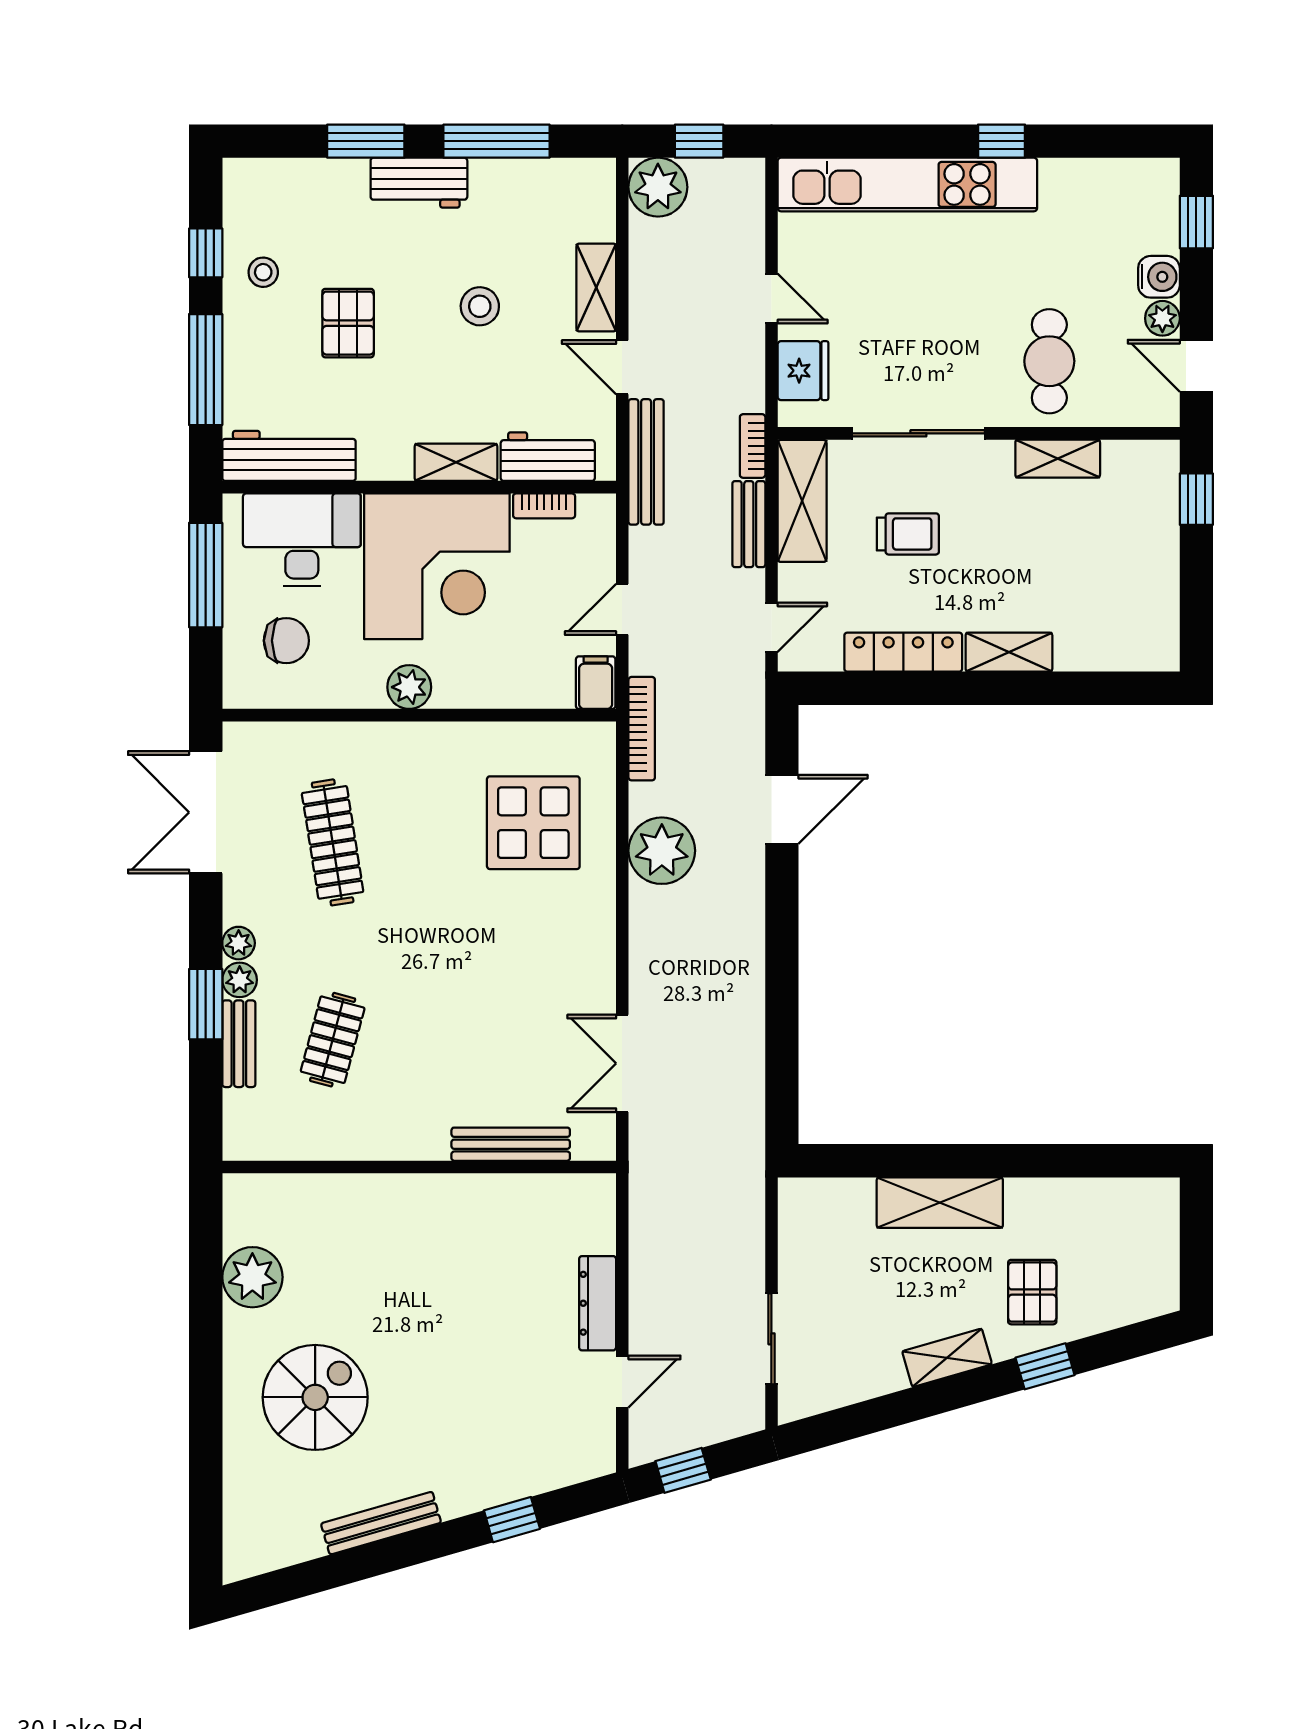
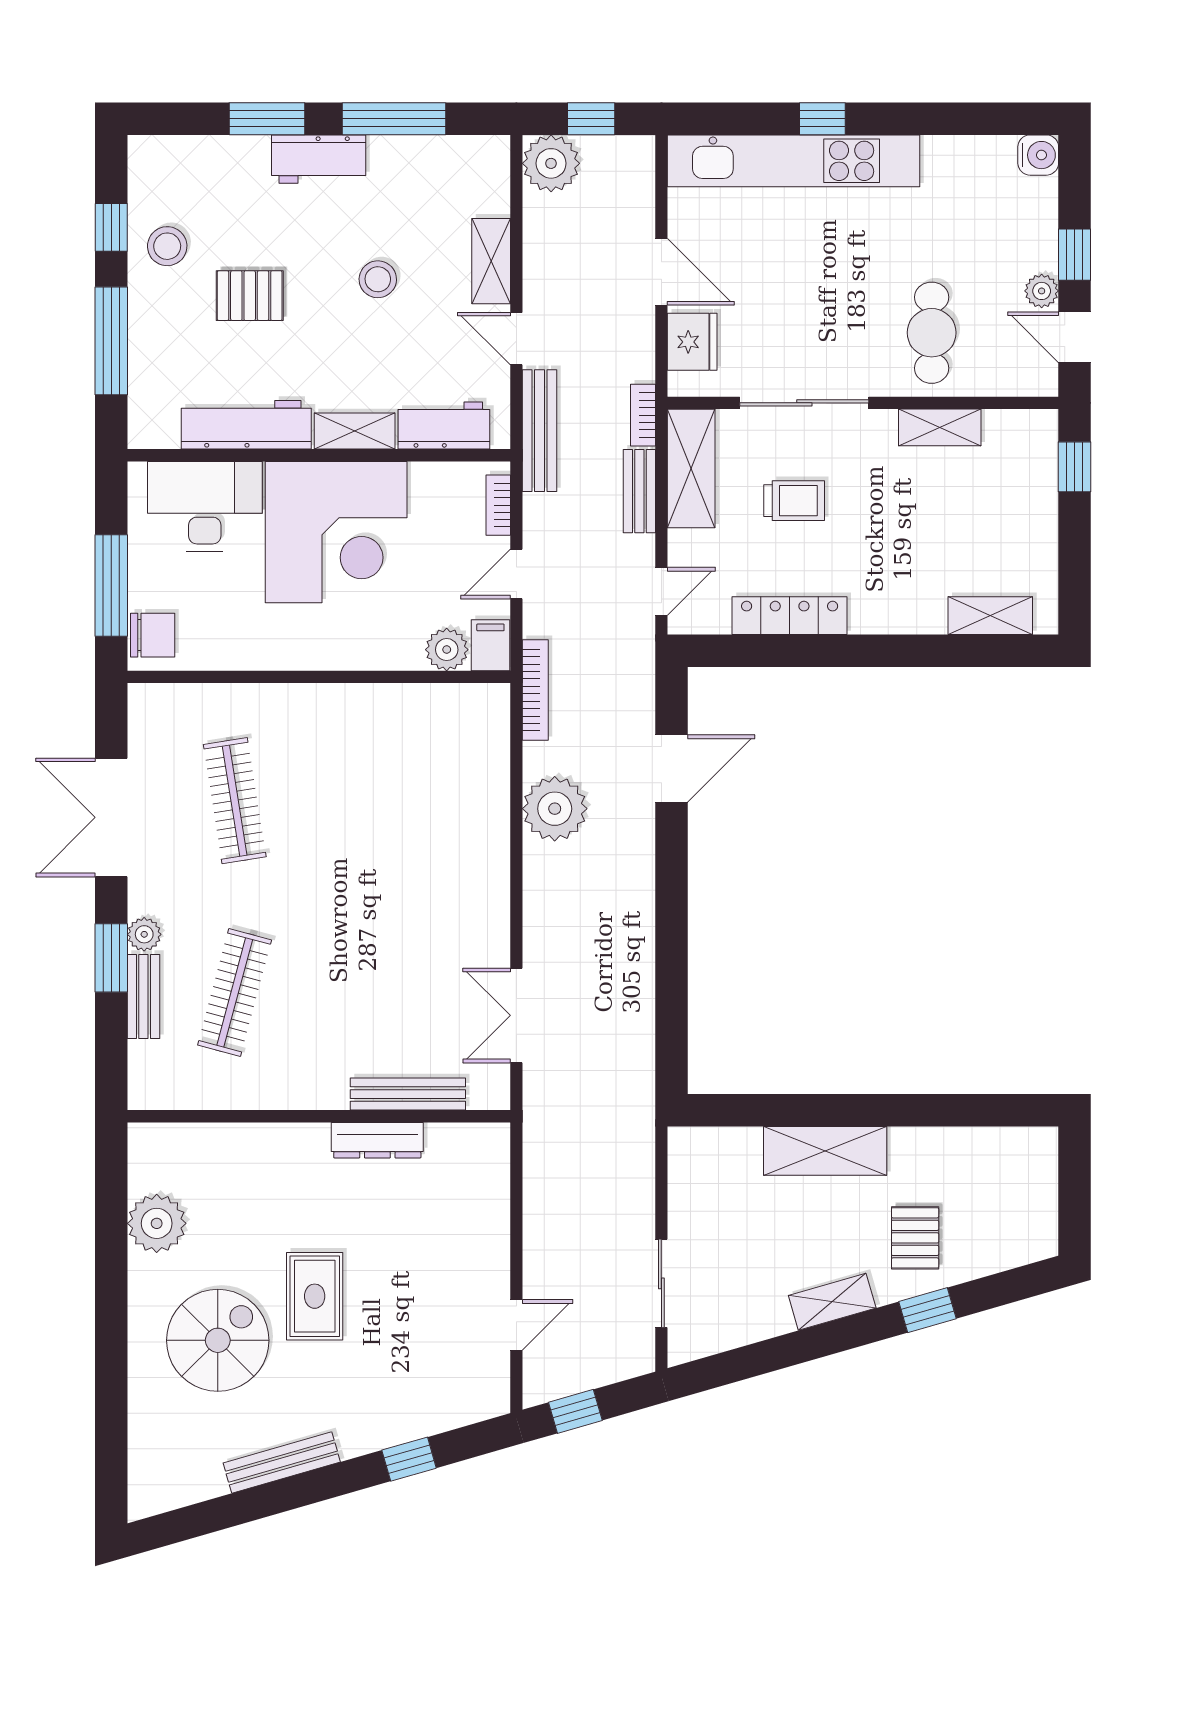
window: (1002, 141) -> (822, 119), moved
window: (1196, 222) -> (1075, 255), moved
stool: (263, 272) -> (167, 246), width x1.37, depth x1.37
water cooler: (1159, 277) -> (1038, 155), moved
door: (771, 298) -> (661, 272), width x1.38
pallet: (348, 323) -> (250, 296), turned 90
workbench: (289, 456) -> (246, 425), moved
bookcase: (544, 506) -> (498, 505), moved, turned 90
window: (206, 575) -> (111, 586), moved
chair: (286, 641) -> (153, 635), moved
shelving: (1009, 652) -> (990, 616), moved
plant: (409, 687) -> (447, 650), moved
double door: (206, 812) -> (111, 817), moved
display table: (533, 823) -> (430, 781), removed
plant: (239, 943) -> (143, 898), removed
clothes rail: (333, 1040) -> (235, 992), width x1.36
dresser: (598, 1303) -> (377, 1140), moved, turned -90
rug: (415, 1352) -> (315, 1296), added

